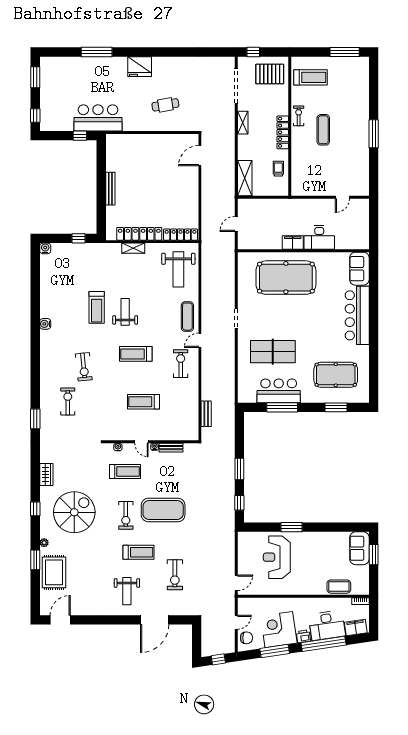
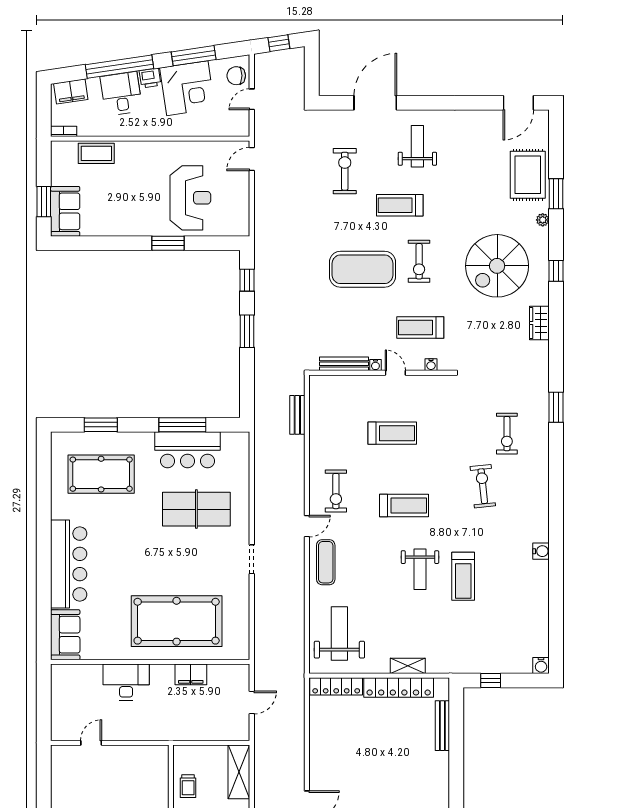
bench: (110, 189) -> (442, 726), moved
filing cabinet: (293, 242) -> (191, 674), moved
treadmill: (97, 307) -> (463, 576), turned 180
bench: (171, 448) -> (344, 364), width x1.36
exercise bike: (126, 515) -> (419, 261), turned 180
desk: (327, 625) -> (121, 94), width x0.73

